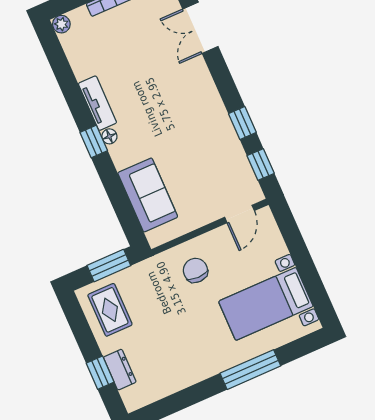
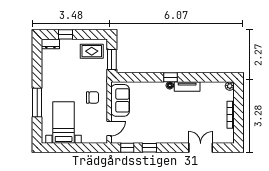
sofa: (148, 195) -> (120, 100), moved, turned -90
door: (239, 214) -> (109, 128), swing flipped
dresser: (120, 370) -> (50, 44), moved

